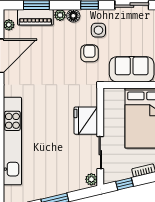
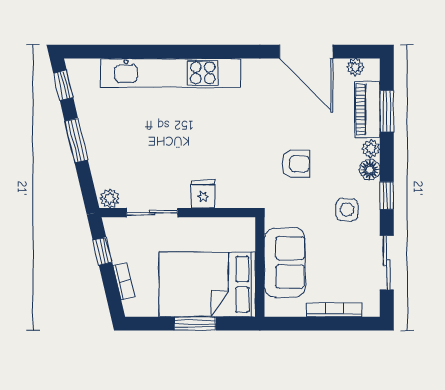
armchair: (89, 53) -> (296, 164), moved
fridge: (86, 121) -> (203, 194), width x0.53, depth x0.75

